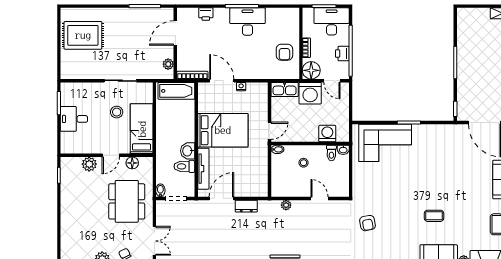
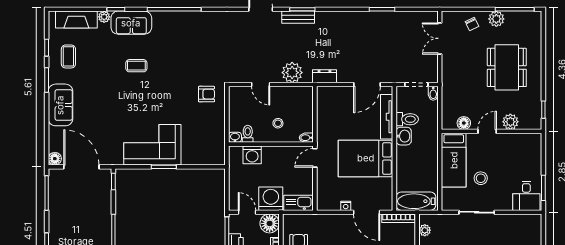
desk: (74, 119) -> (526, 196), moved, turned 90
corner sofa: (385, 143) -> (152, 145), moved
dining table: (127, 201) -> (507, 67), moved
plant: (286, 205) -> (292, 73), width x1.87, depth x1.87
dresser: (246, 206) -> (324, 76), moved
armchair: (367, 223) -> (207, 94), moved, turned 101

